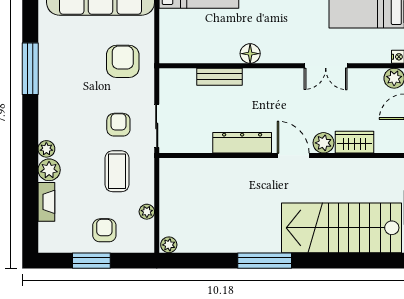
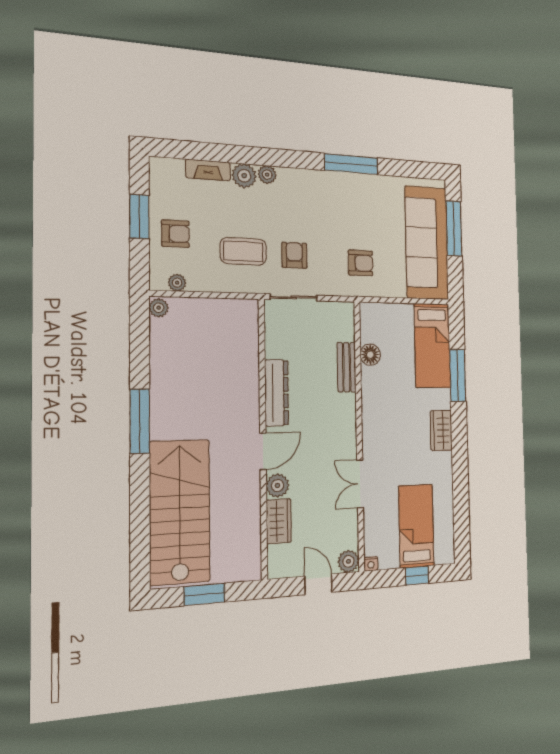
floor lamp: (250, 54) -> (370, 355), moved
armchair: (123, 61) -> (361, 263), width x0.72, depth x0.72
armchair: (118, 125) -> (294, 255), turned -90
plant: (147, 212) -> (177, 283), moved

